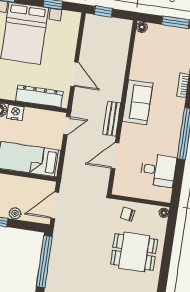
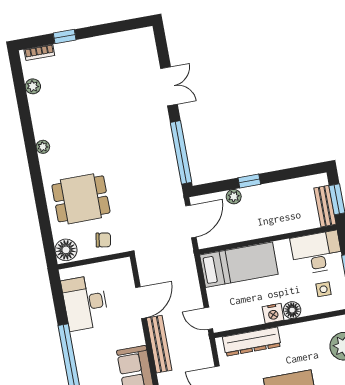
bench: (112, 119) -> (159, 344), width x1.36
door: (67, 126) -> (208, 318), hinge flipped
desk: (158, 170) -> (85, 303), width x1.37
floor lamp: (164, 213) -> (66, 250), width x1.89, depth x1.89

